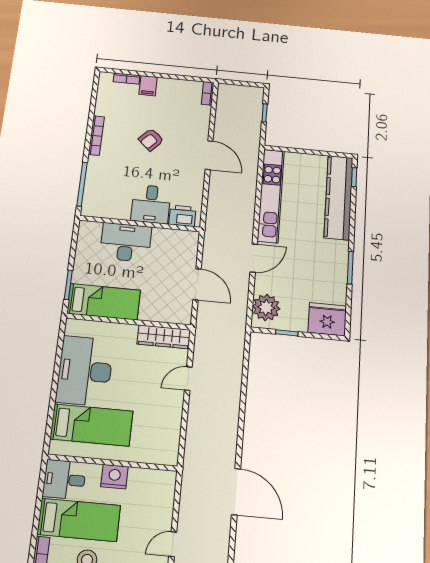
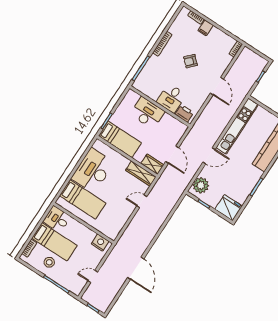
wardrobe: (174, 314) -> (152, 164), added
nightstand: (114, 477) -> (100, 243), moved

